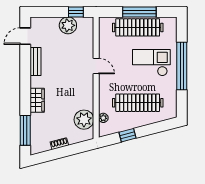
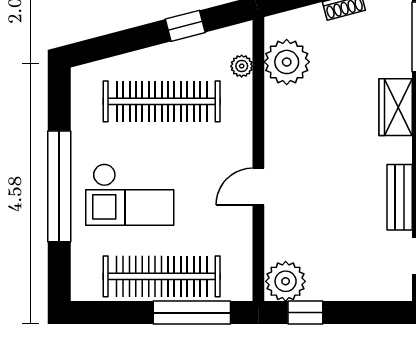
window: (139, 12) -> (192, 313), moved
plant: (68, 25) -> (286, 281), moved
door: (96, 66) -> (258, 187), hinge flipped

